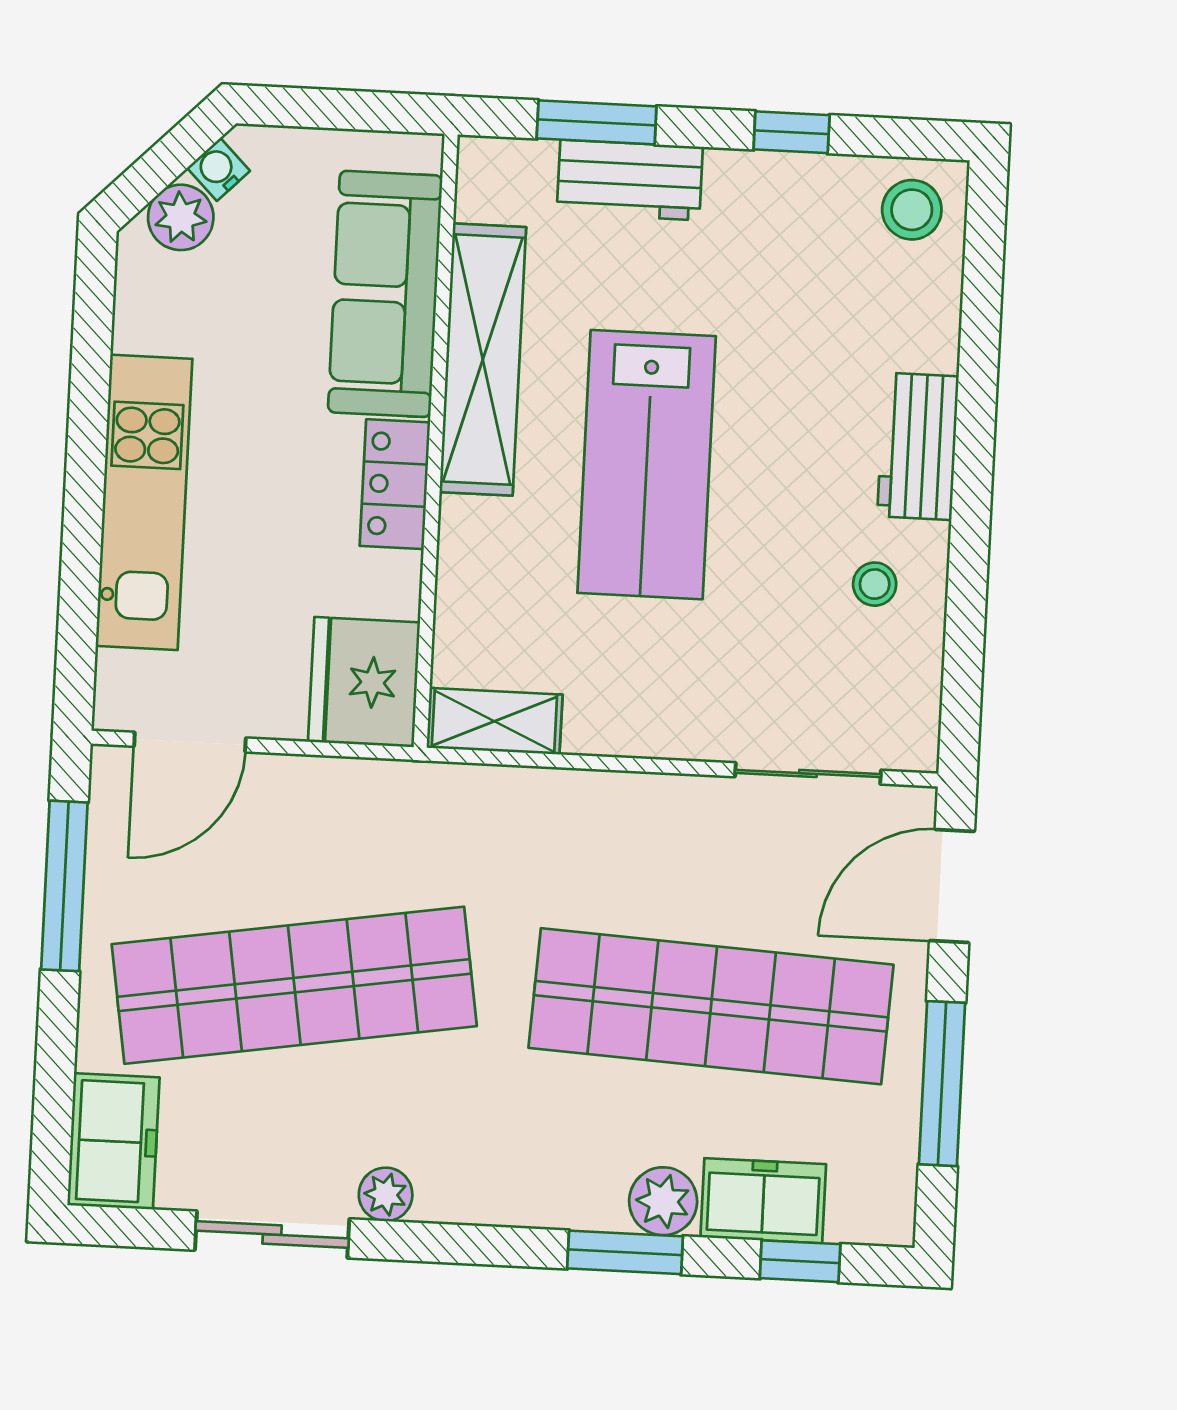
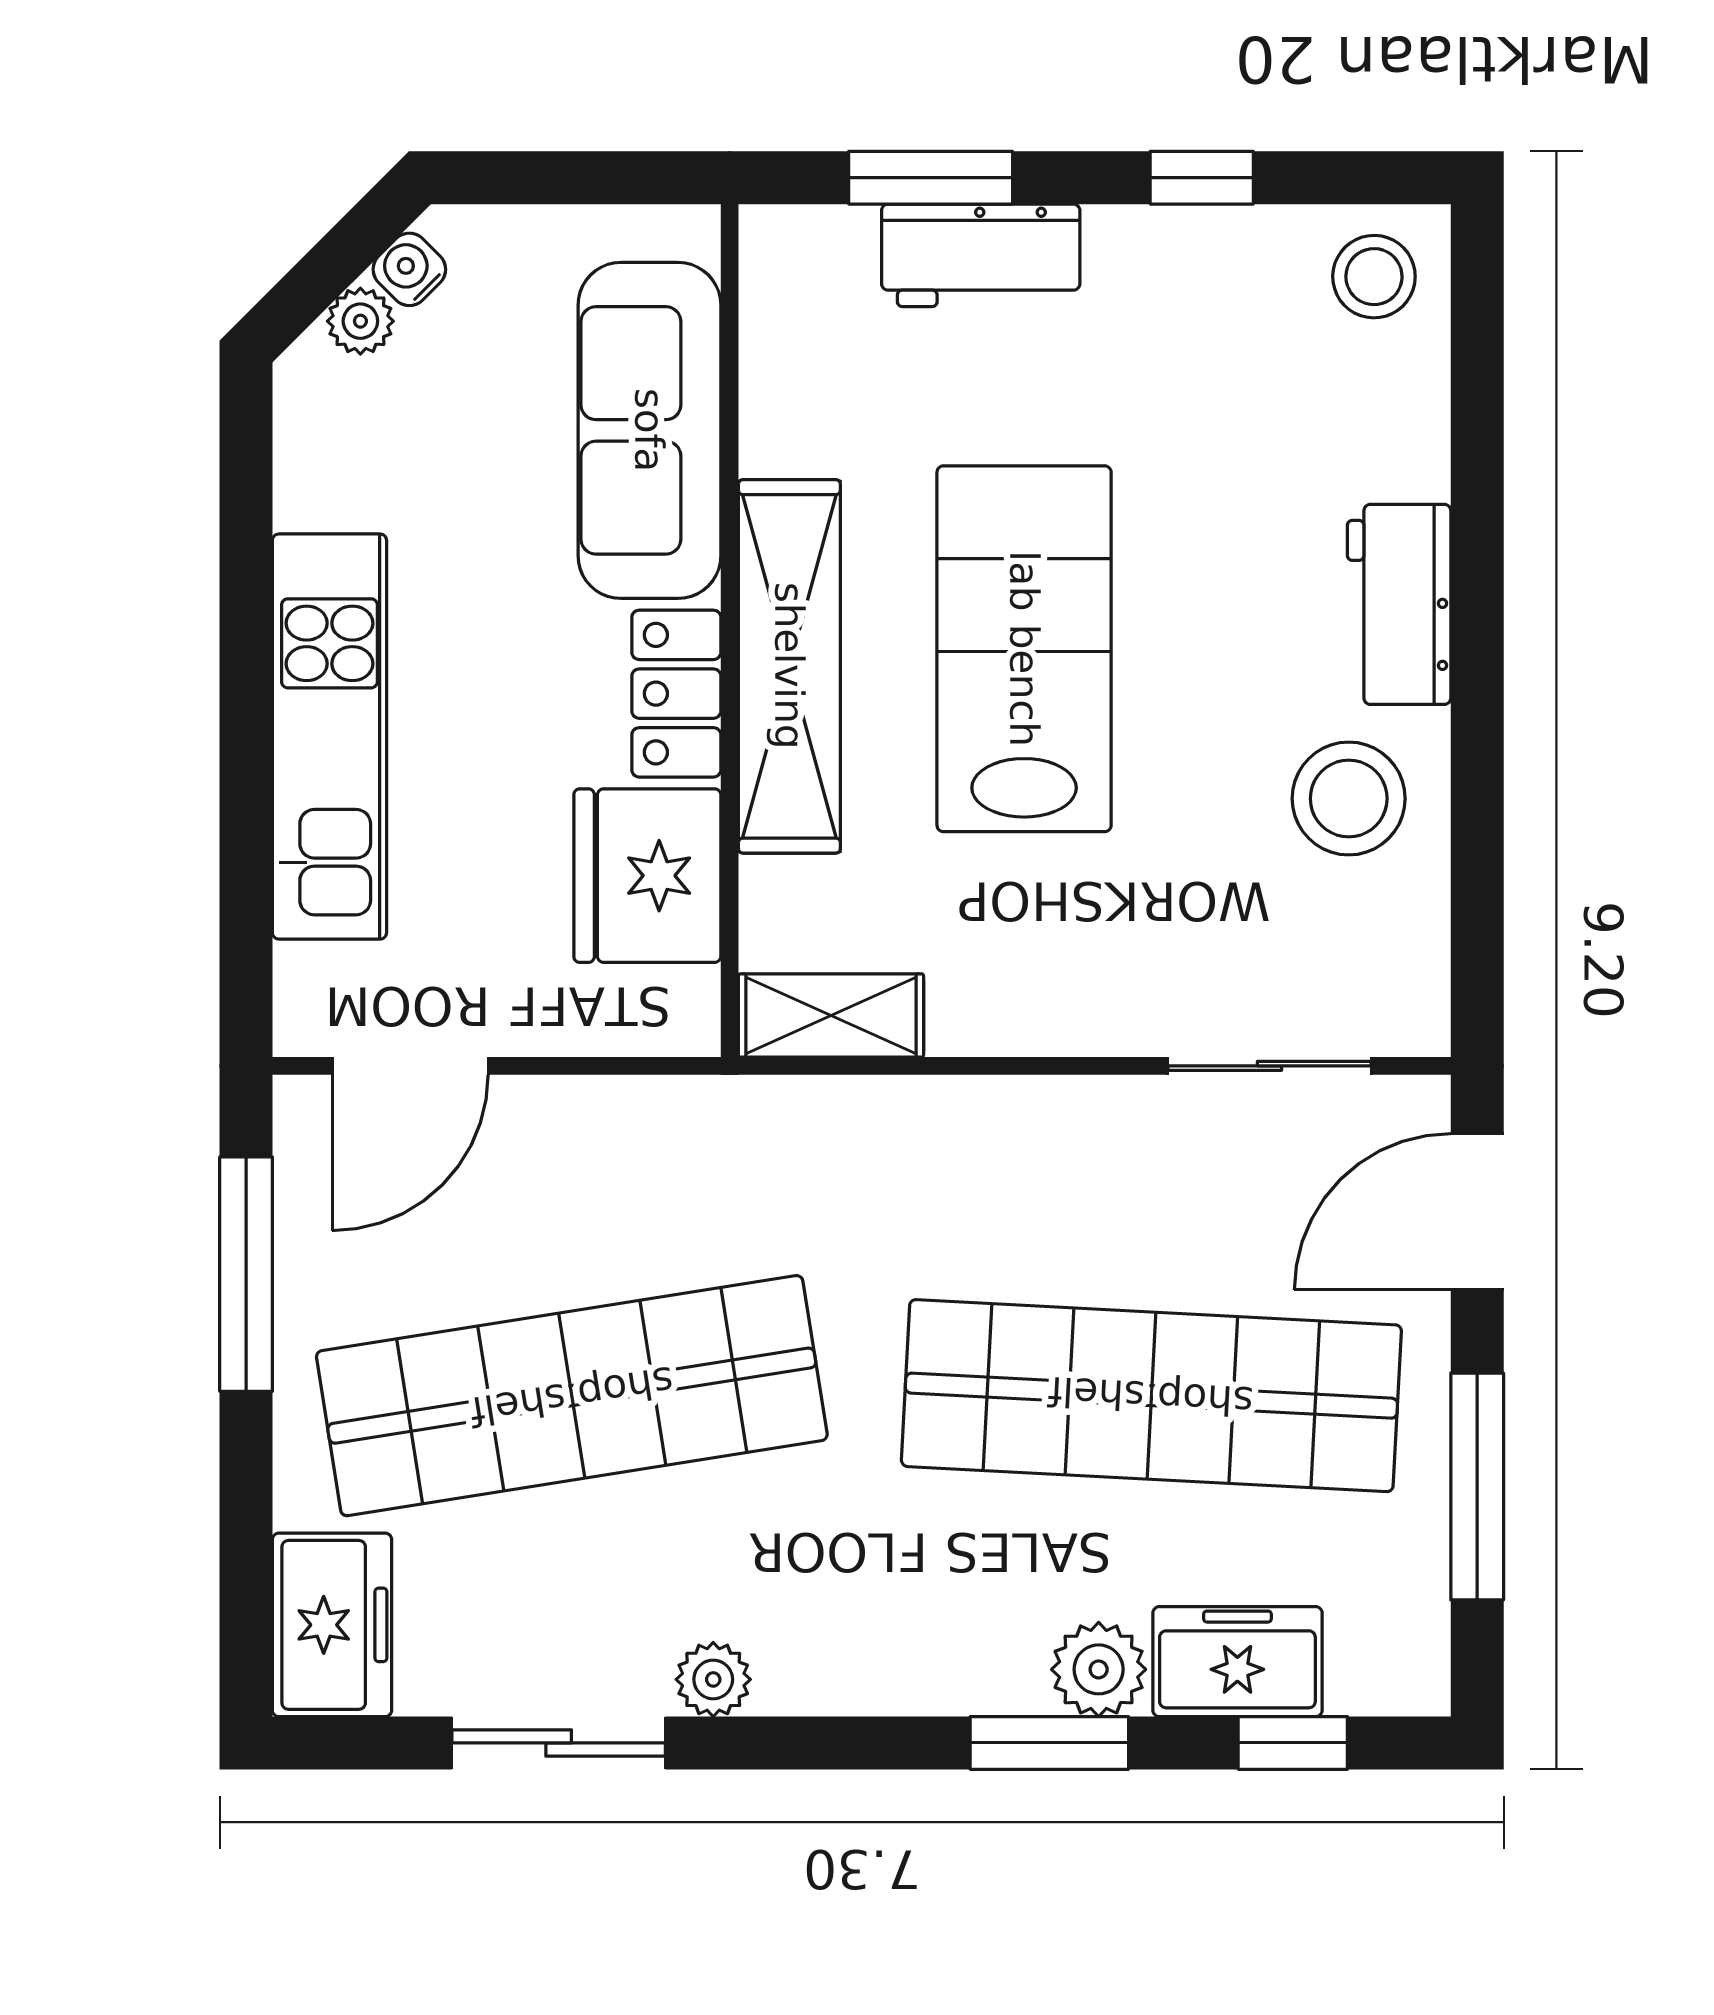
plant: (181, 217) -> (360, 321), width x0.73, depth x0.73
shelving: (483, 360) -> (789, 666), moved
lab bench: (647, 465) -> (1024, 649), turned 180
stool: (875, 584) -> (1349, 799), width x1.89, depth x1.89
fridge: (364, 682) -> (647, 876), moved

